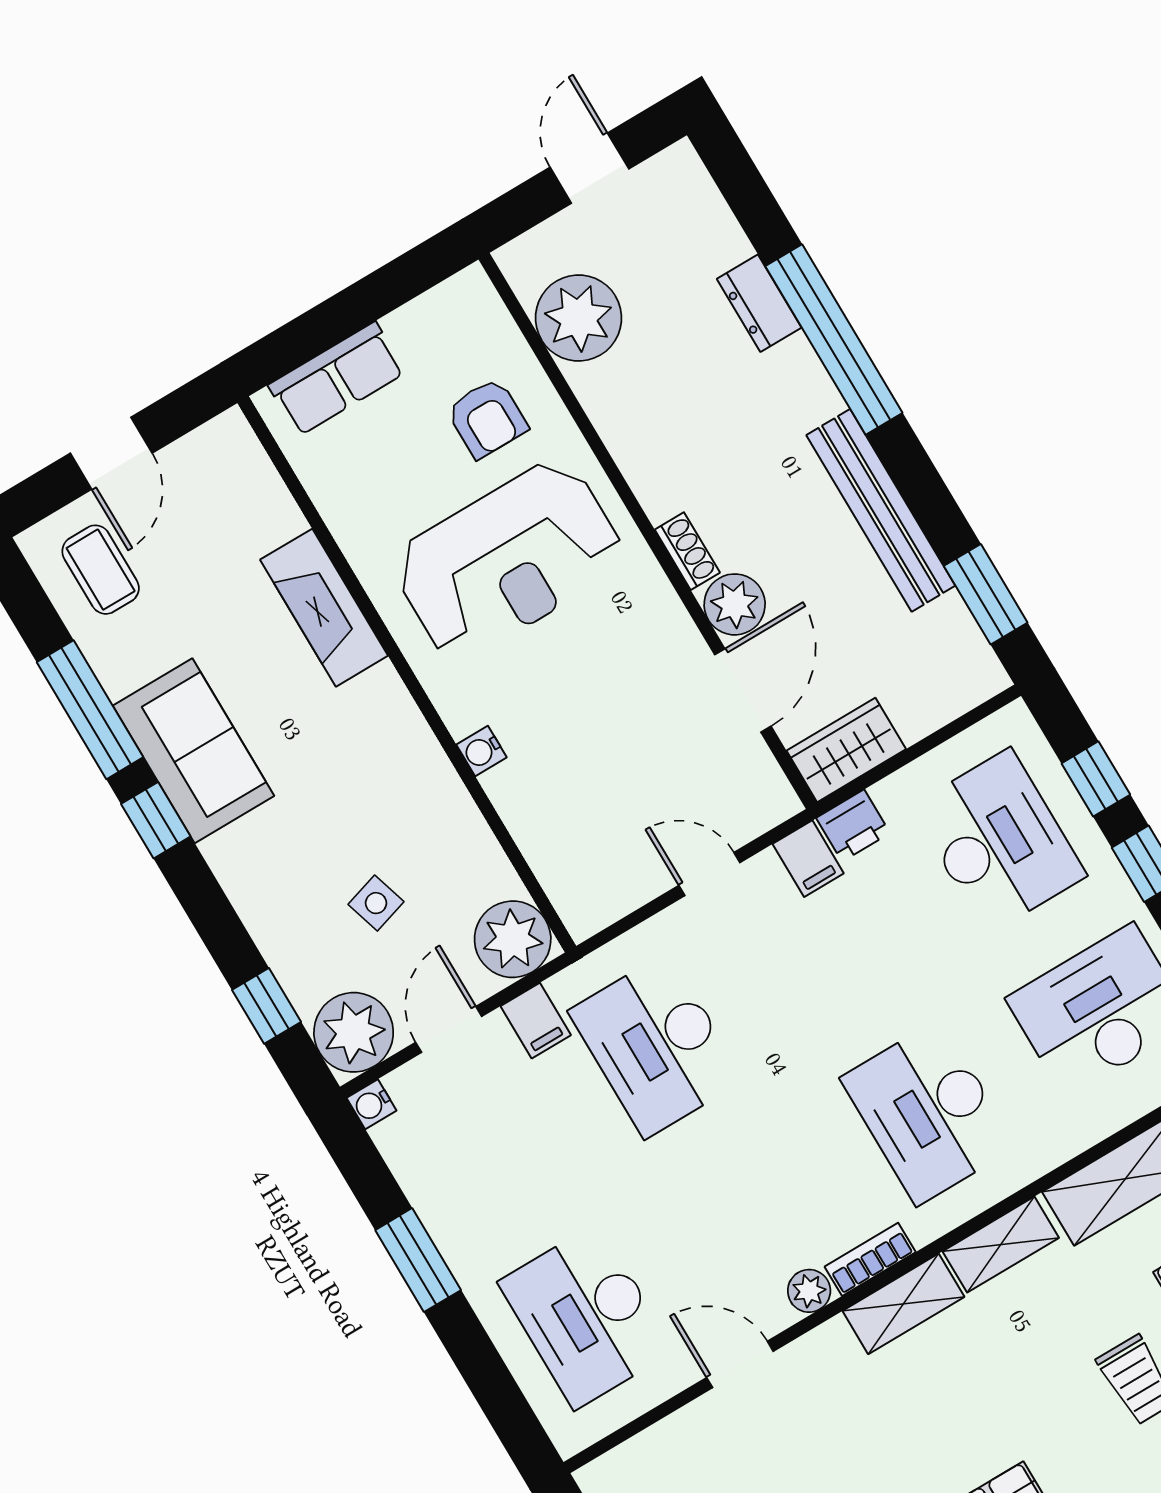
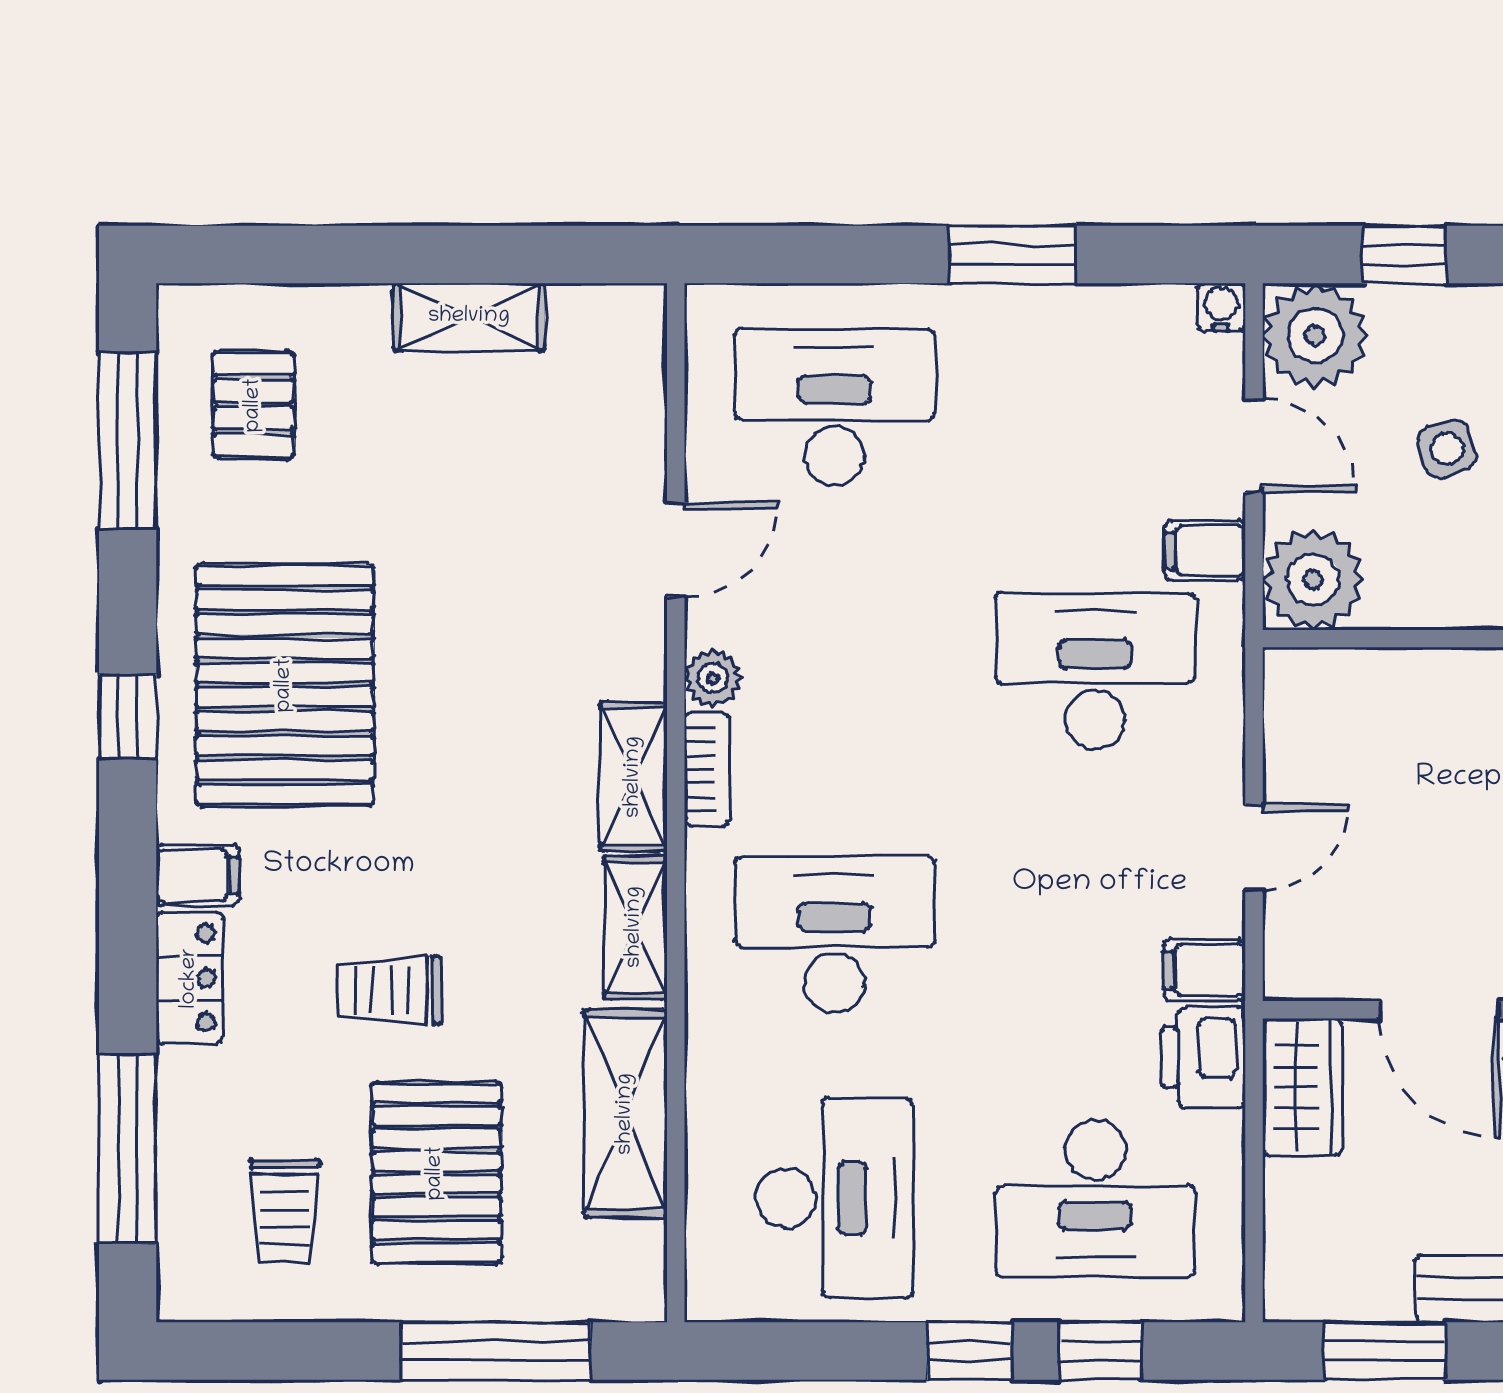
printer: (853, 826) -> (1204, 1057), width x1.36, depth x1.24

